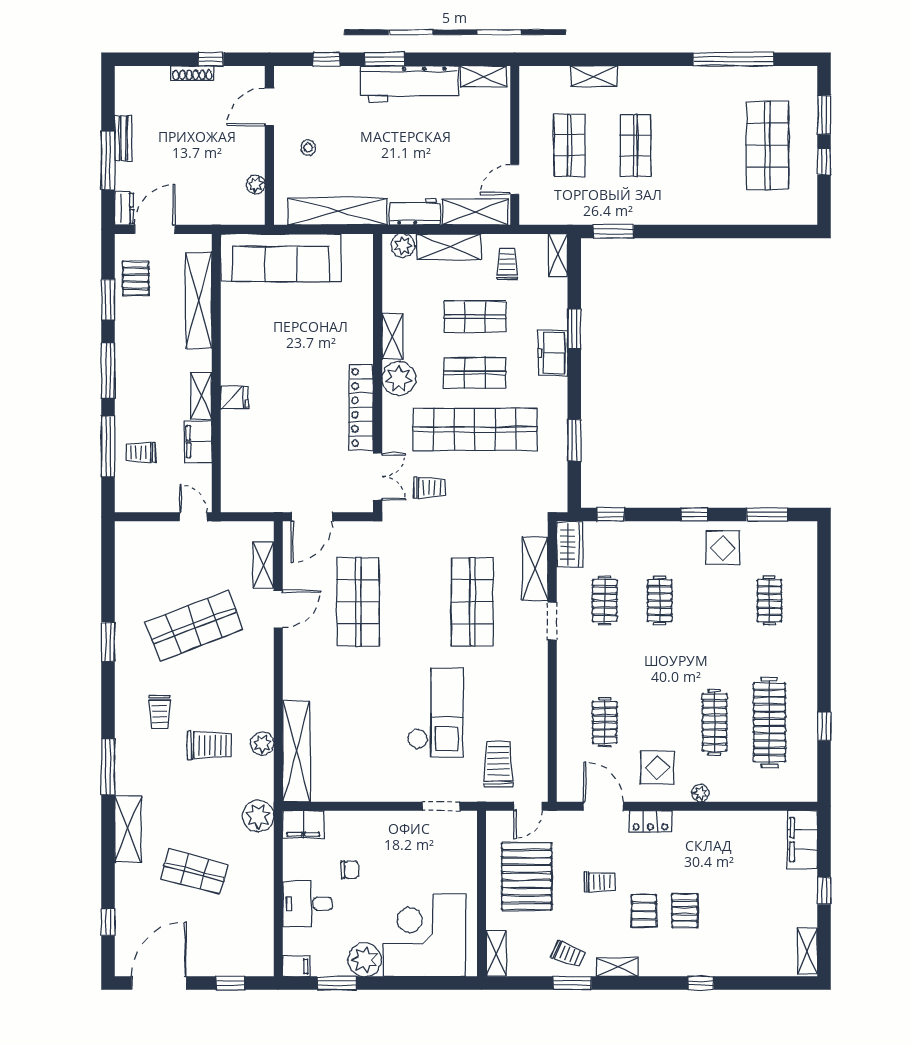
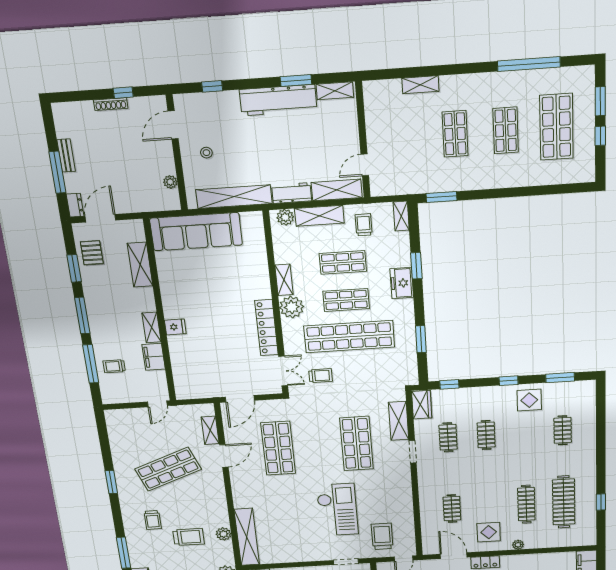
window: (385, 59) -> (296, 80), moved
shop shelf: (569, 145) -> (506, 130), moved
shelving: (199, 300) -> (140, 265), width x0.68
door: (193, 517) -> (157, 404), swing flipped

